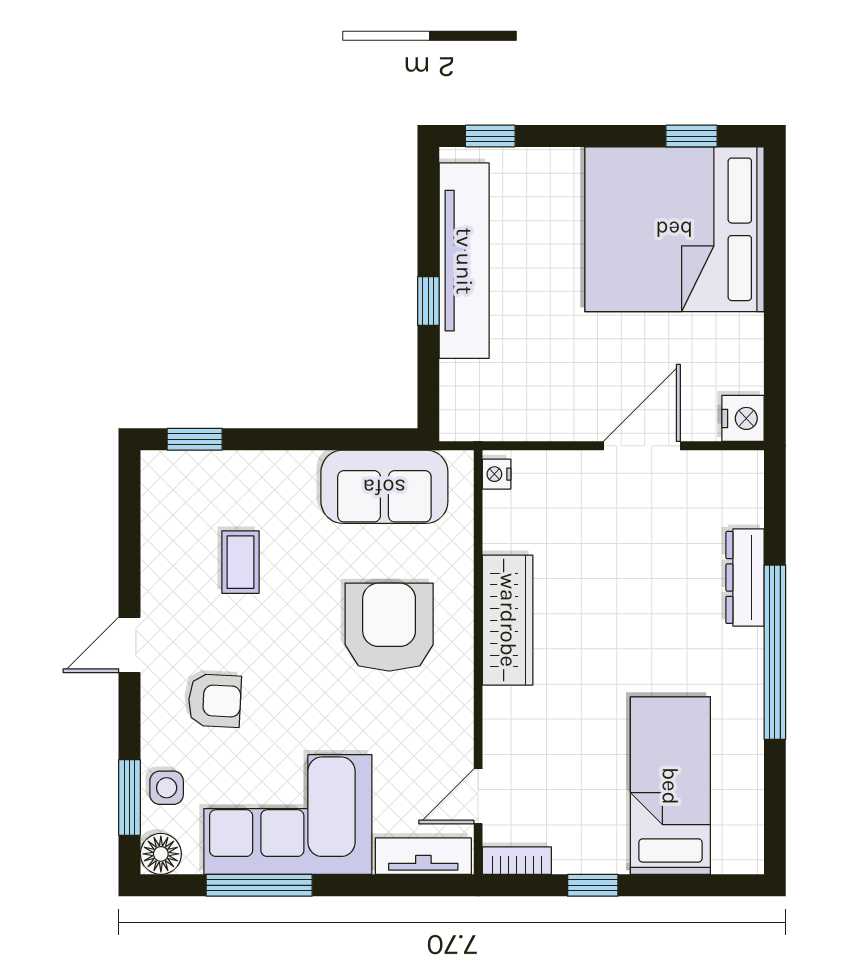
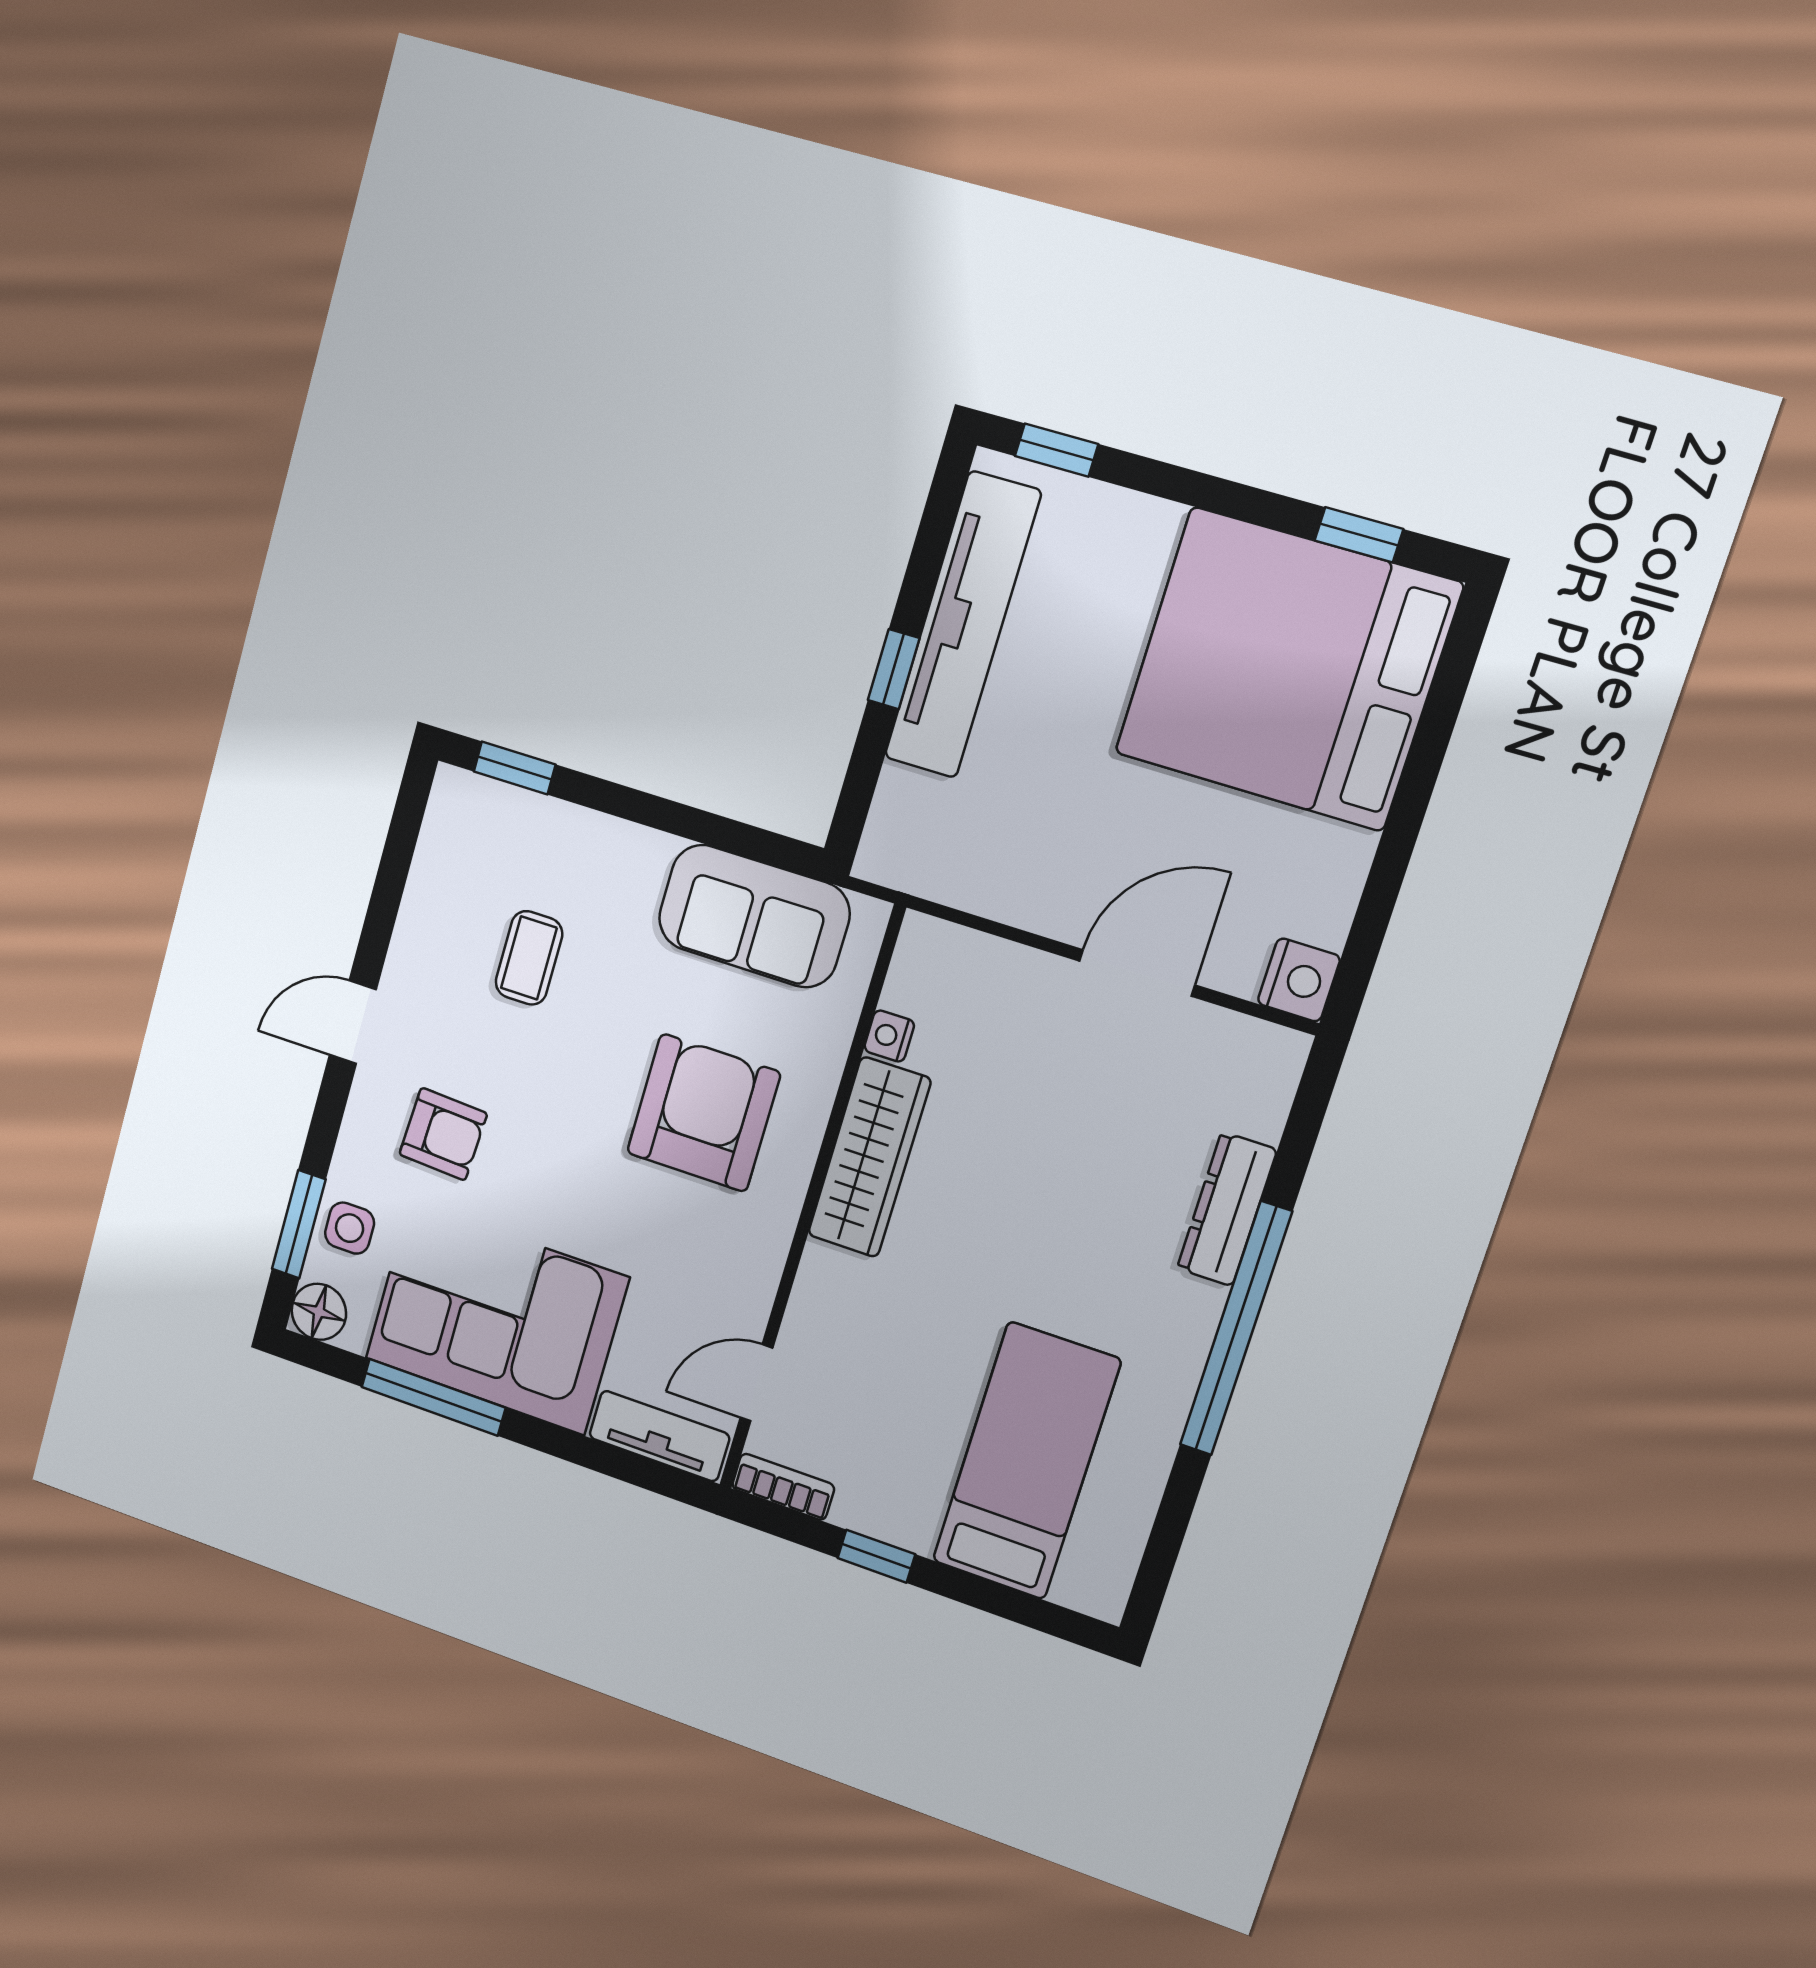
nightstand: (497, 474) -> (889, 1036), moved

